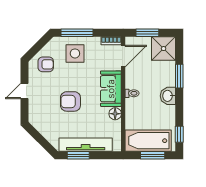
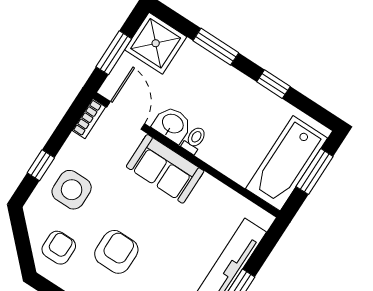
window: (77, 33) -> (41, 165), width x0.46
washbasin: (168, 96) -> (172, 124), moved, turned 180
armchair: (70, 101) -> (116, 252), moved, turned 180
floor lamp: (115, 114) -> (209, 188), removed
window: (179, 134) -> (273, 84), moved

